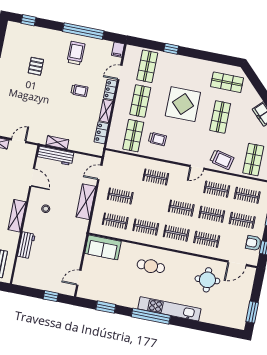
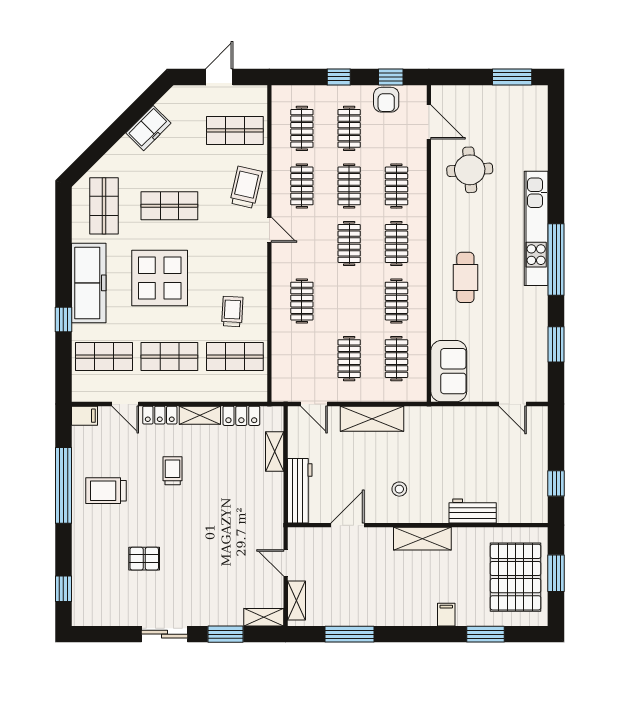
freezer: (188, 66) -> (89, 283), added
shelving: (57, 142) -> (275, 452), moved
window: (51, 296) -> (556, 483), moved

